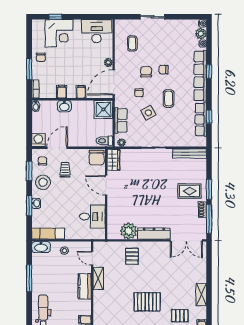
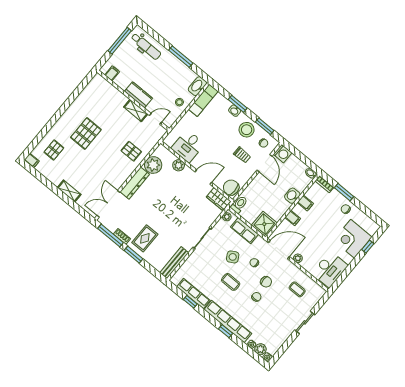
door: (114, 82) -> (279, 250), hinge flipped
plant: (113, 211) -> (179, 165), added
shelving: (201, 295) -> (69, 191), moved

